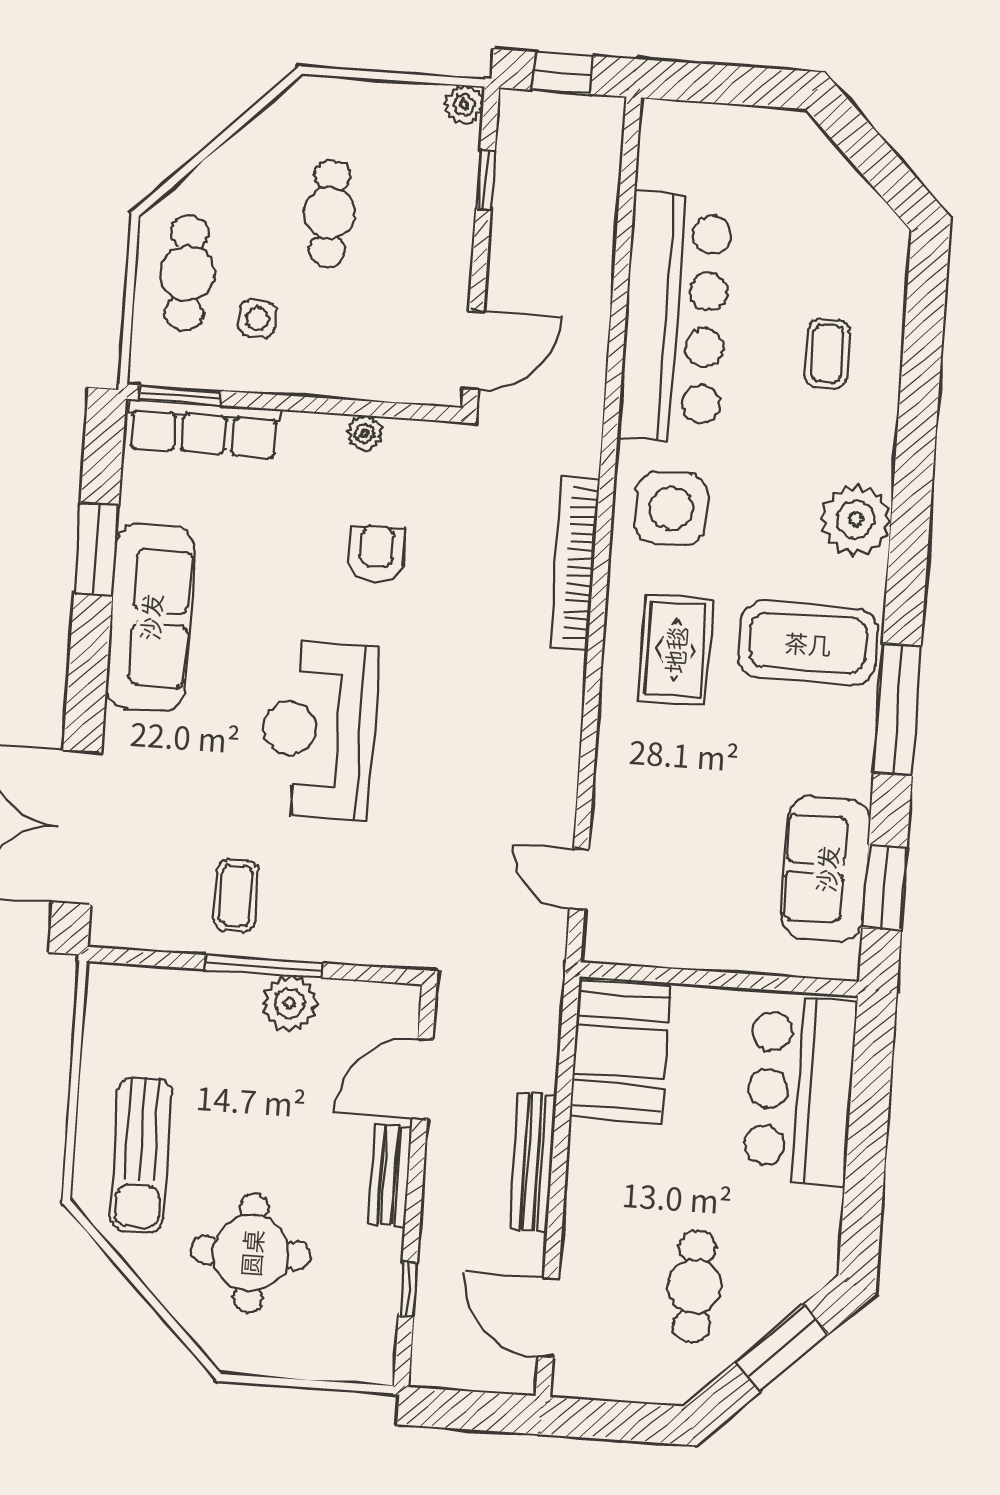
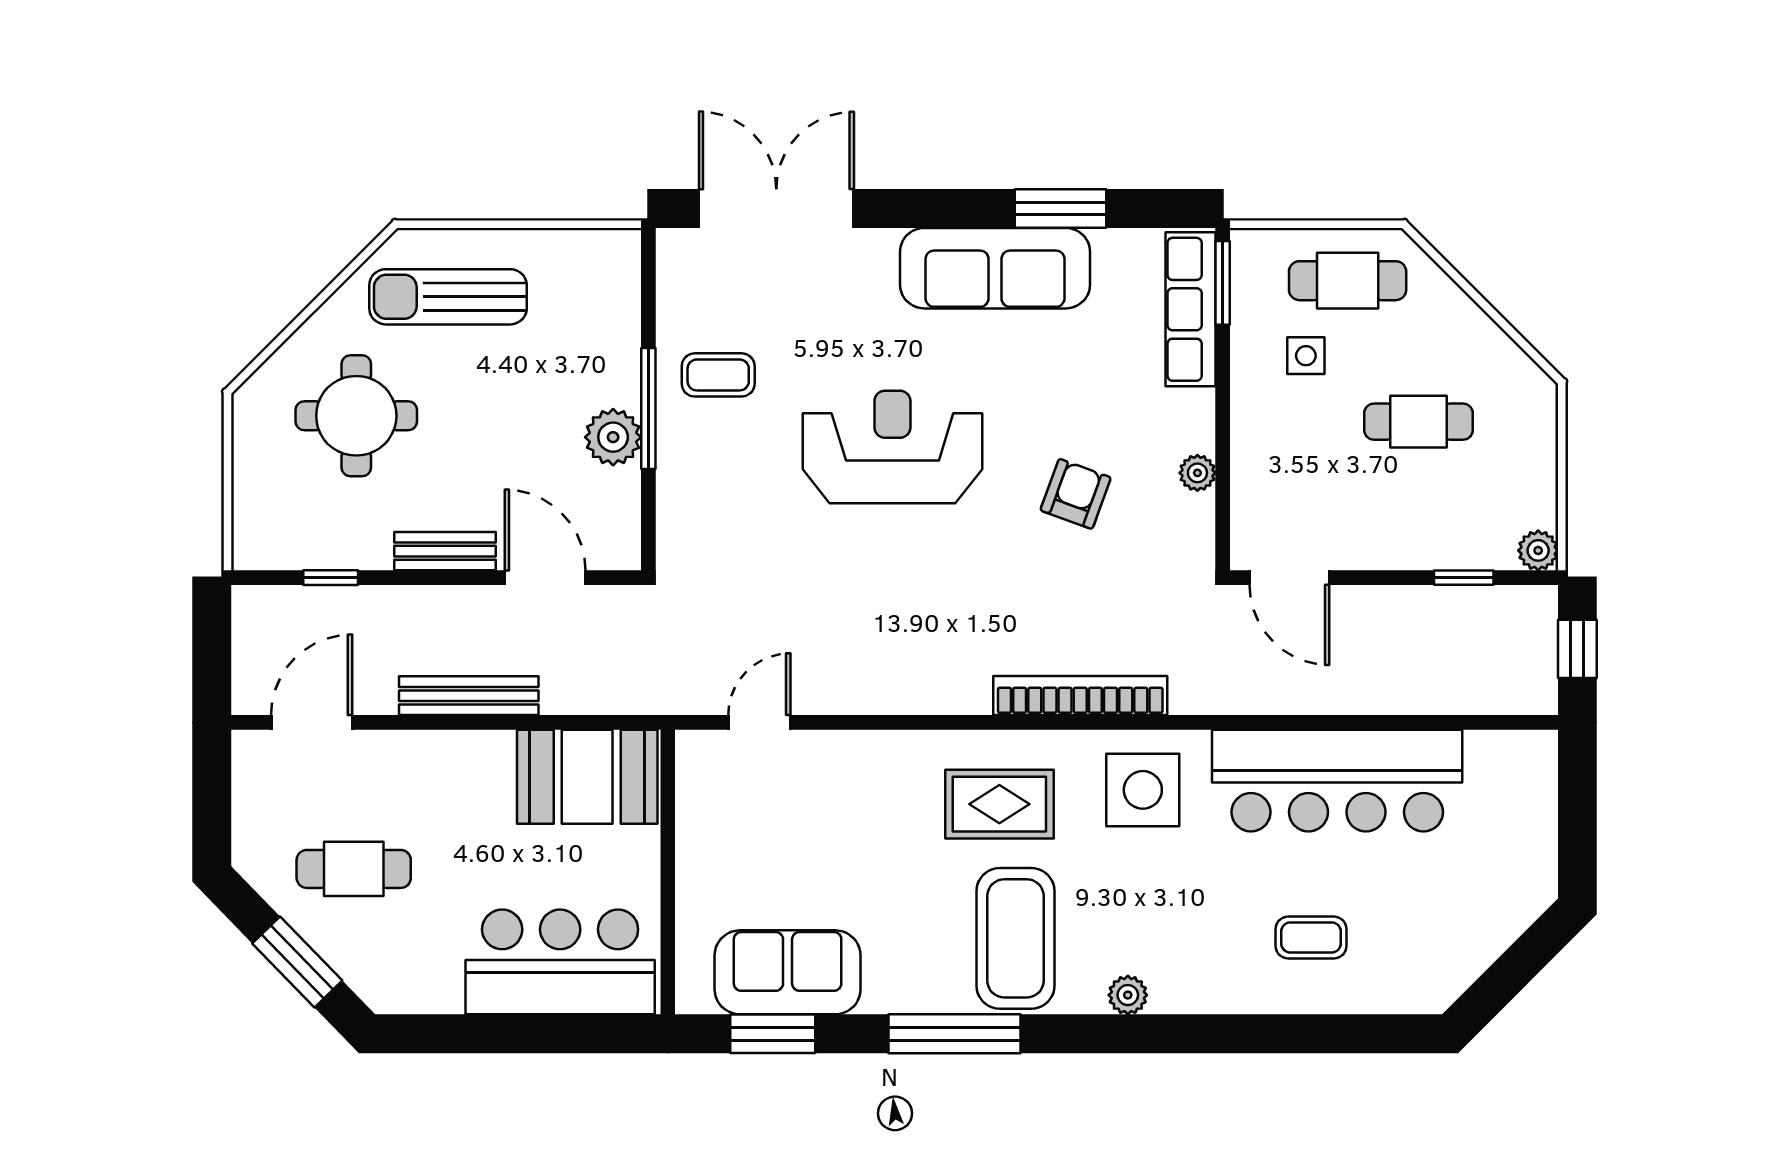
plant: (856, 519) -> (1128, 995), width x0.53, depth x0.53
armchair: (377, 554) -> (1076, 494), turned -70

